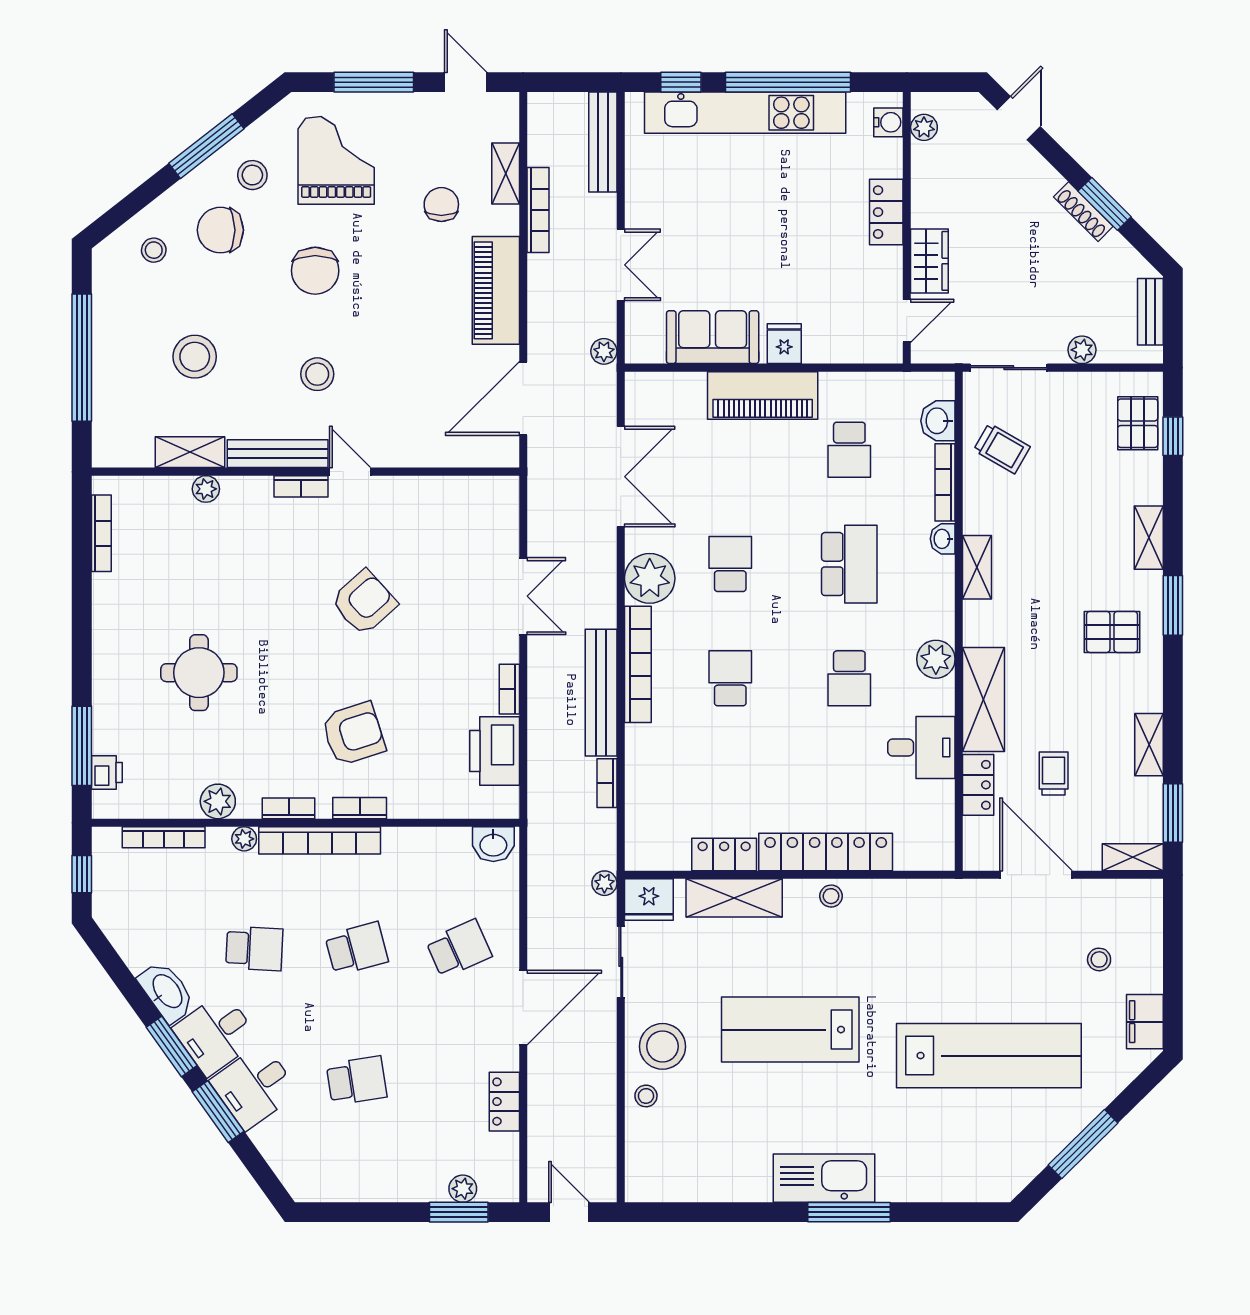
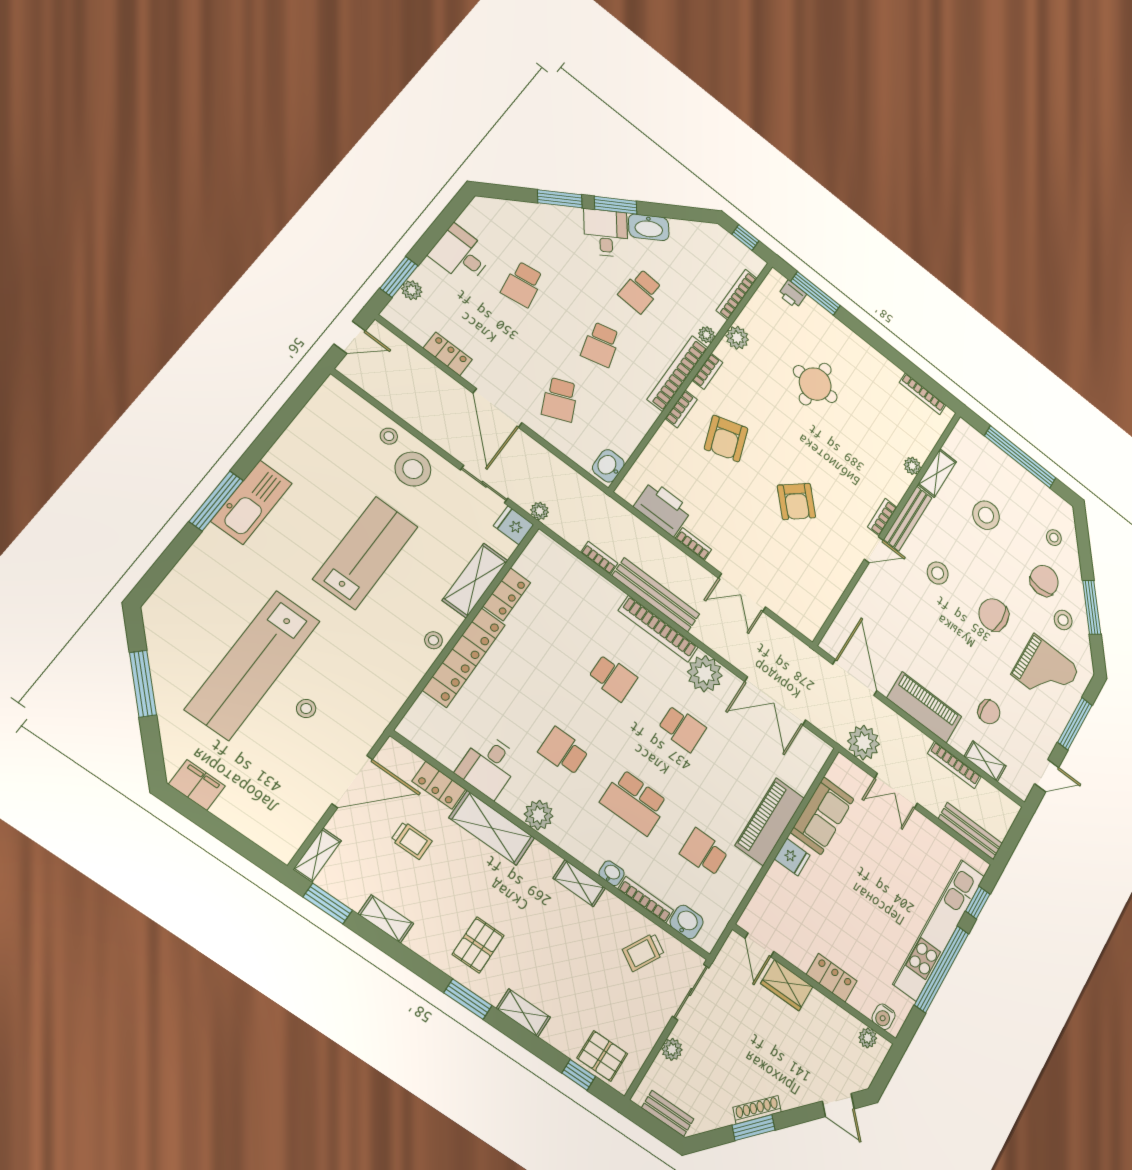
plant: (604, 351) -> (863, 743), width x1.88, depth x1.88
fridge: (649, 900) -> (514, 525), width x0.72
stool: (1099, 959) -> (306, 709), moved
desk: (254, 1087) -> (461, 254), moved, turned -55

